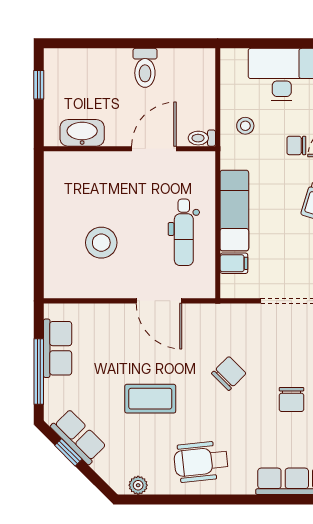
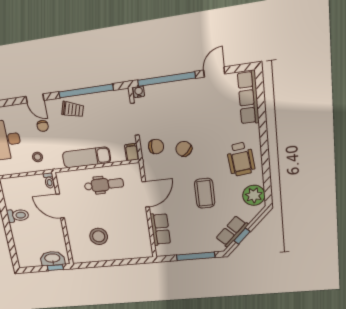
window: (39, 85) -> (55, 268), moved
washbasin: (82, 133) -> (52, 258), moved, turned 90
stool: (101, 243) -> (99, 236), moved
filing cabinet: (234, 263) -> (132, 152), moved
row of seats: (58, 348) -> (160, 229), moved, turned 90
chair: (292, 399) -> (156, 147), moved
plant: (138, 485) -> (254, 195), width x1.88, depth x1.88

